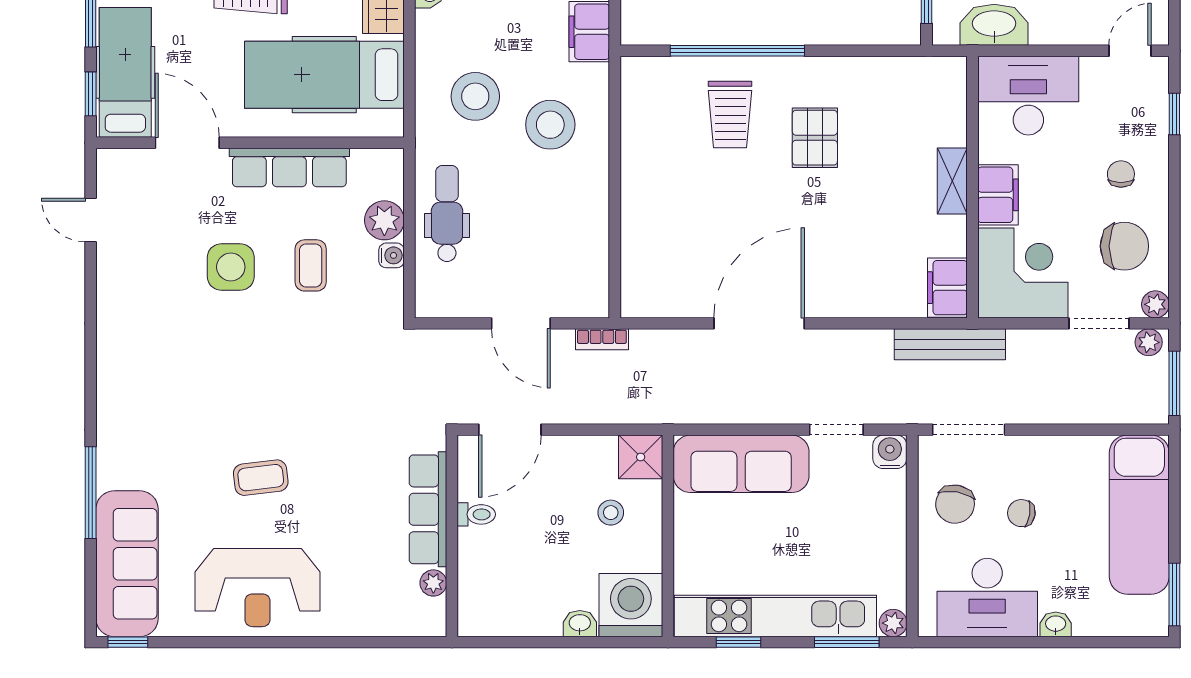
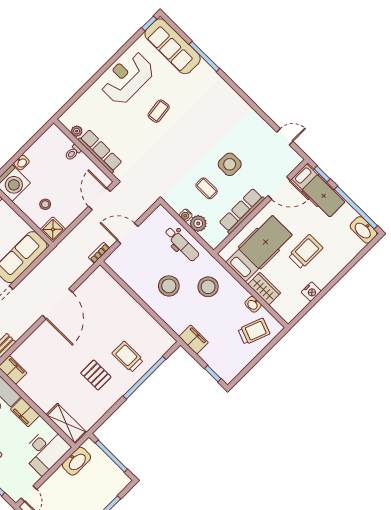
stool: (550, 125) -> (169, 286), moved
shelving: (952, 181) -> (66, 424), moved, width x1.50, depth x1.33
toilet: (476, 514) -> (73, 153), moved

